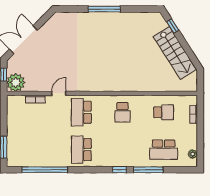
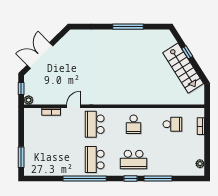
window: (104, 9) -> (128, 27), moved
window: (173, 26) -> (187, 52), moved
plant: (16, 82) -> (29, 100), width x0.53, depth x0.53
school desk: (164, 150) -> (134, 160), moved
window: (45, 170) -> (85, 179), moved

